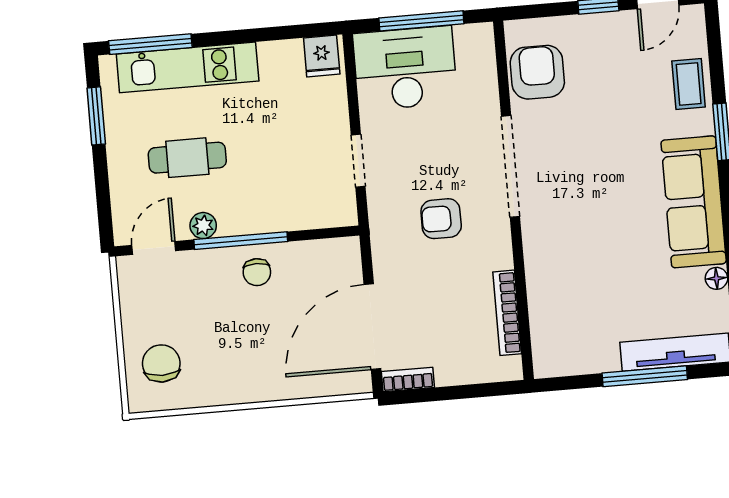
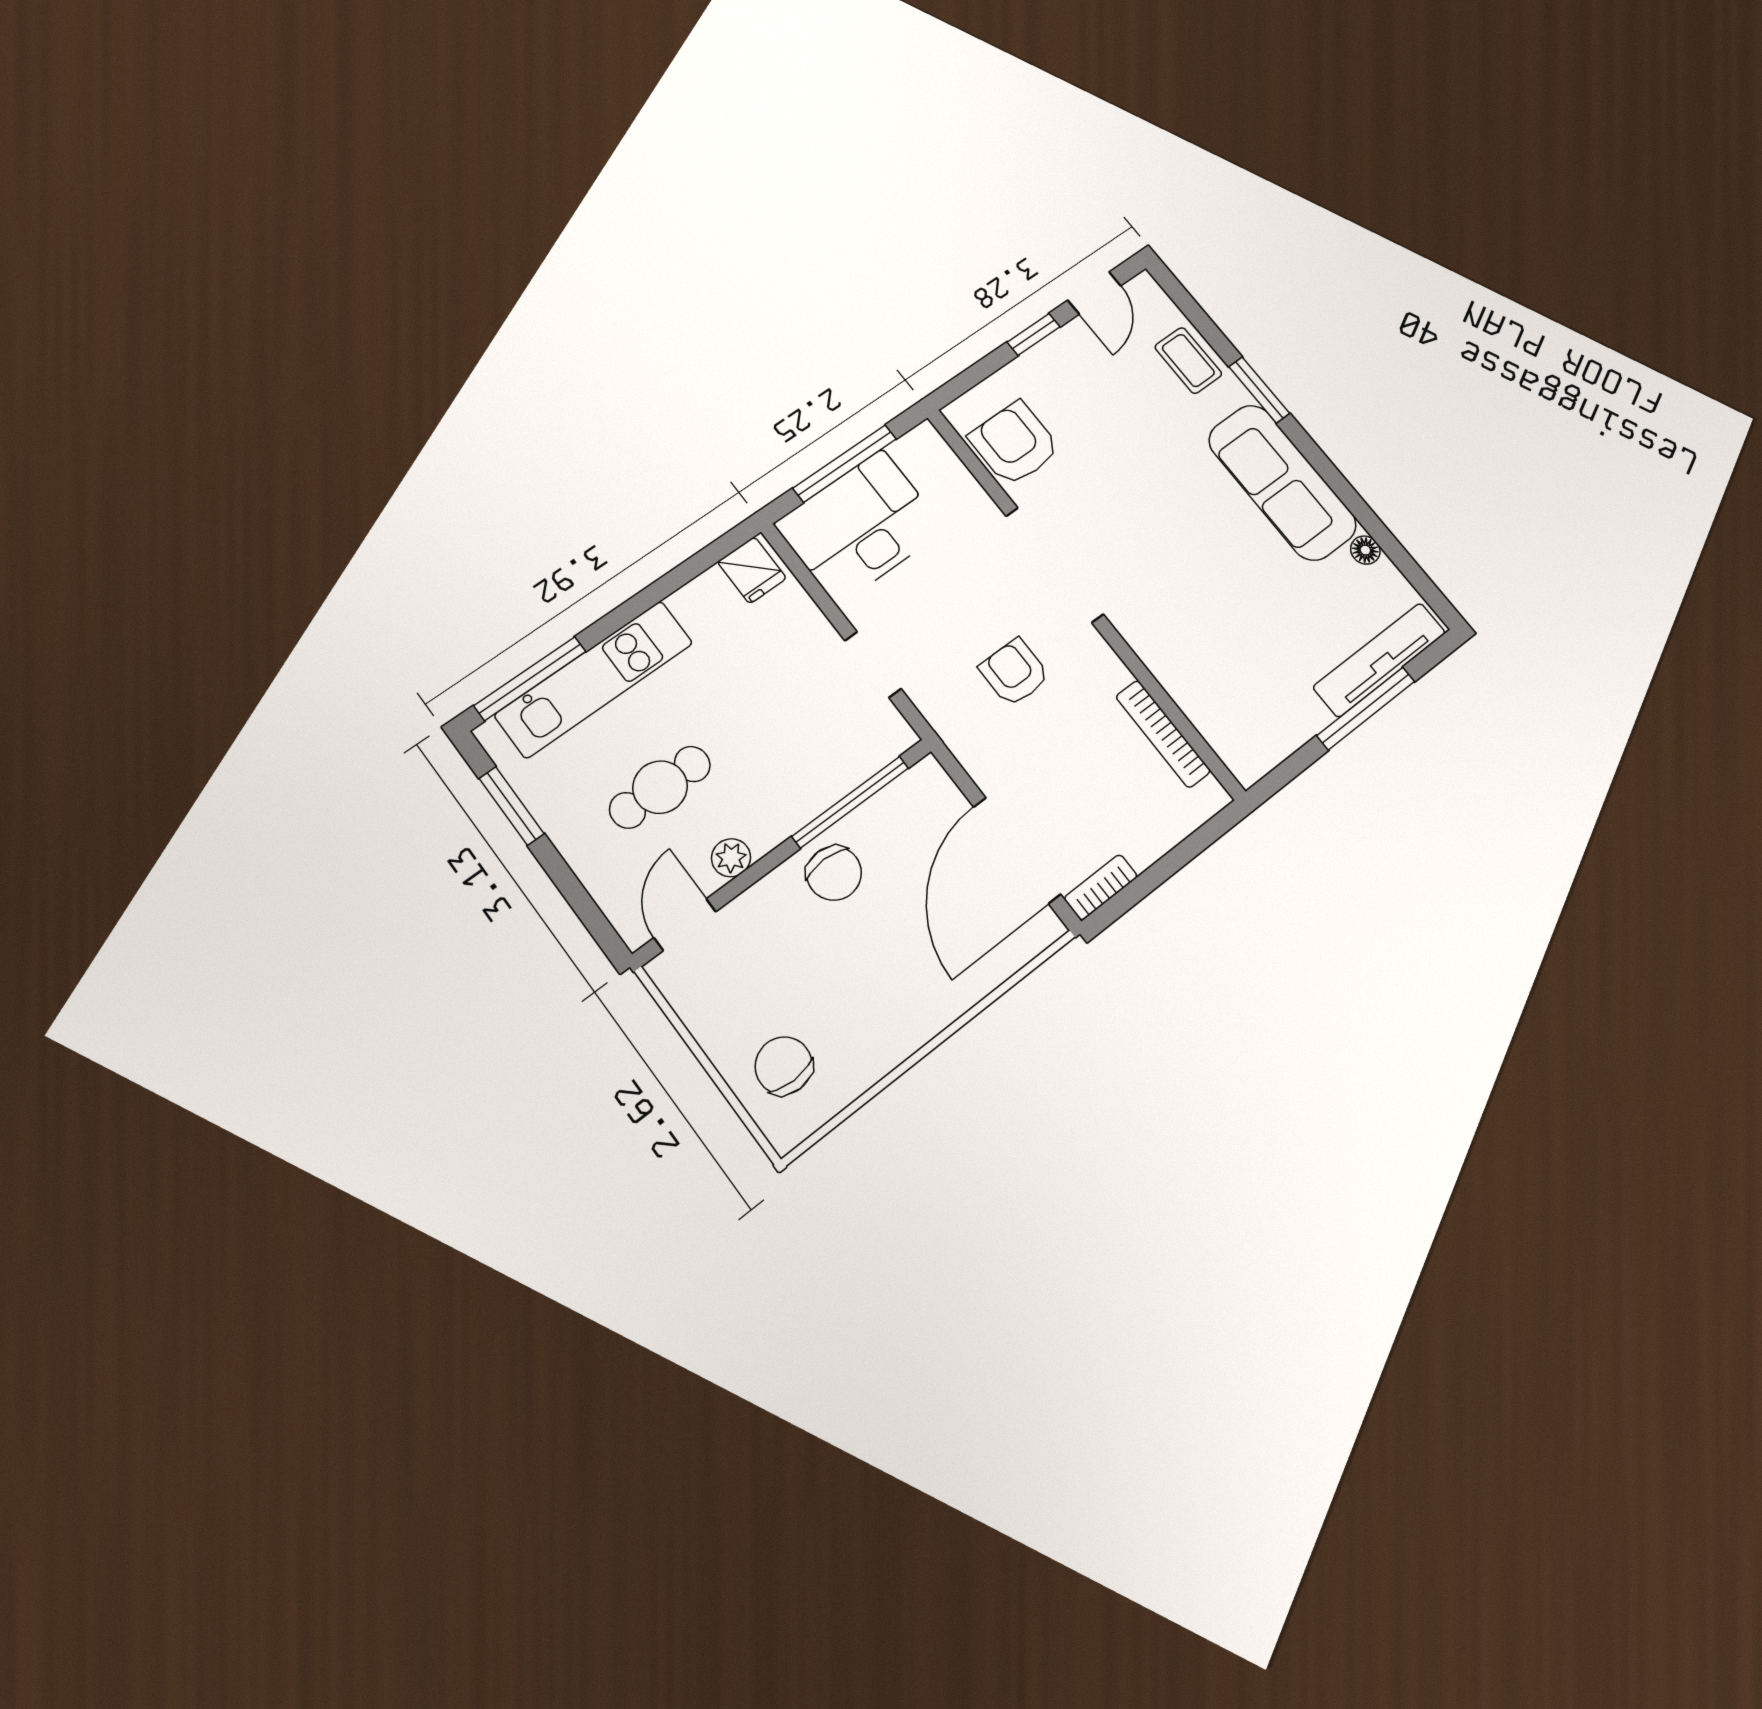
armchair: (441, 219) -> (1014, 672), turned 90
window: (241, 241) -> (850, 802), moved
chair: (257, 272) -> (834, 873), width x1.37, depth x1.37

